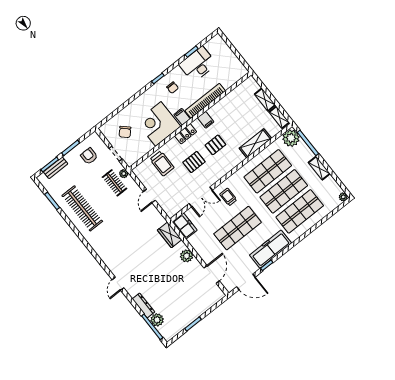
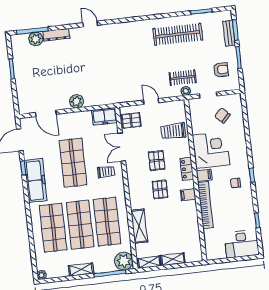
desk: (198, 64) -> (242, 244), moved, turned 90
pallet: (175, 203) -> (131, 120), added
wardrobe: (170, 235) -> (105, 98), removed

